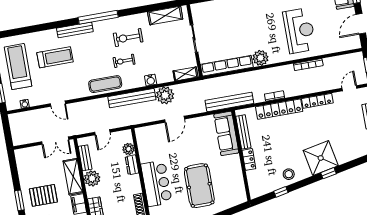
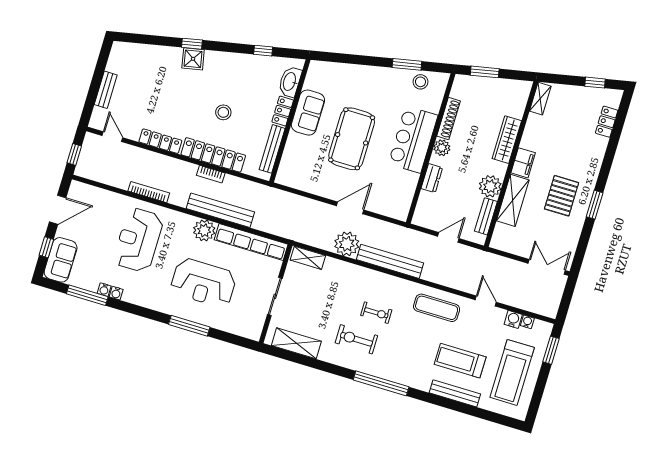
reception desk: (244, 24) -> (203, 283), added
bench: (75, 30) -> (455, 393), moved
exercise bike: (128, 38) -> (356, 339), turned 180
water cooler: (151, 80) -> (513, 319), moved
exercise mat: (105, 84) -> (437, 308), moved
door: (349, 88) -> (112, 137), swing flipped
bench: (229, 102) -> (220, 210), moved
sofa: (226, 133) -> (308, 113), moved, width x0.73
double door: (55, 141) -> (547, 267), moved
plant: (128, 149) -> (442, 148), moved
shower: (321, 158) -> (193, 59), width x0.54, depth x0.54
stool: (289, 174) -> (223, 112), moved
washbasin: (254, 181) -> (290, 82), added
pool table: (199, 186) -> (352, 139), moved
pallet: (43, 195) -> (562, 196), turned 90

